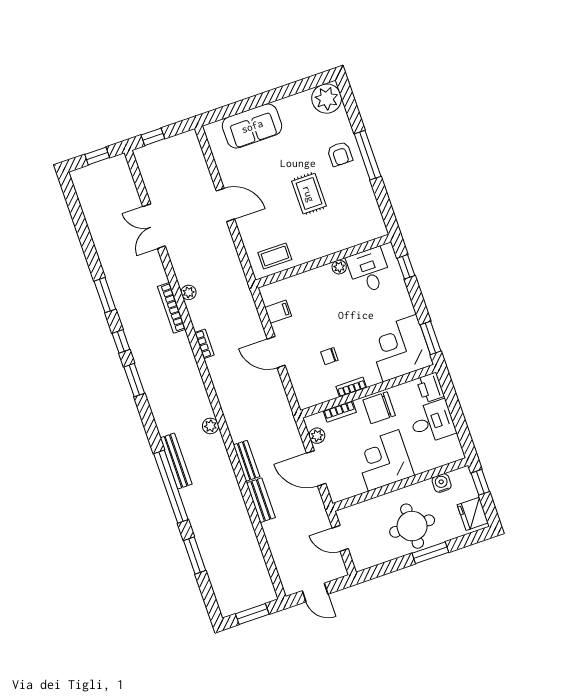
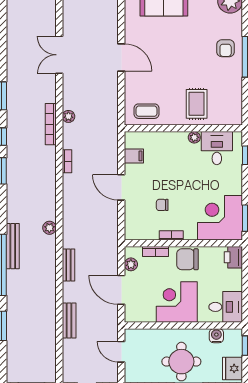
rug: (309, 194) -> (197, 104), moved
desk: (432, 422) -> (226, 307), moved
bench: (261, 500) -> (69, 320), moved

